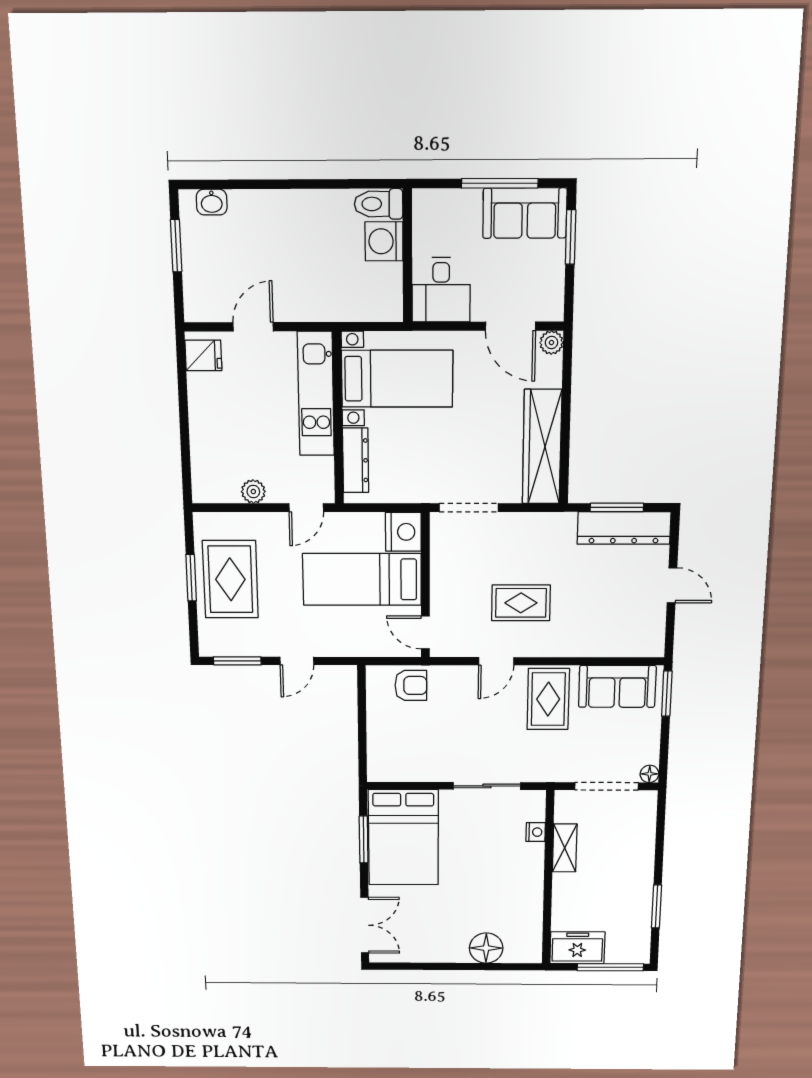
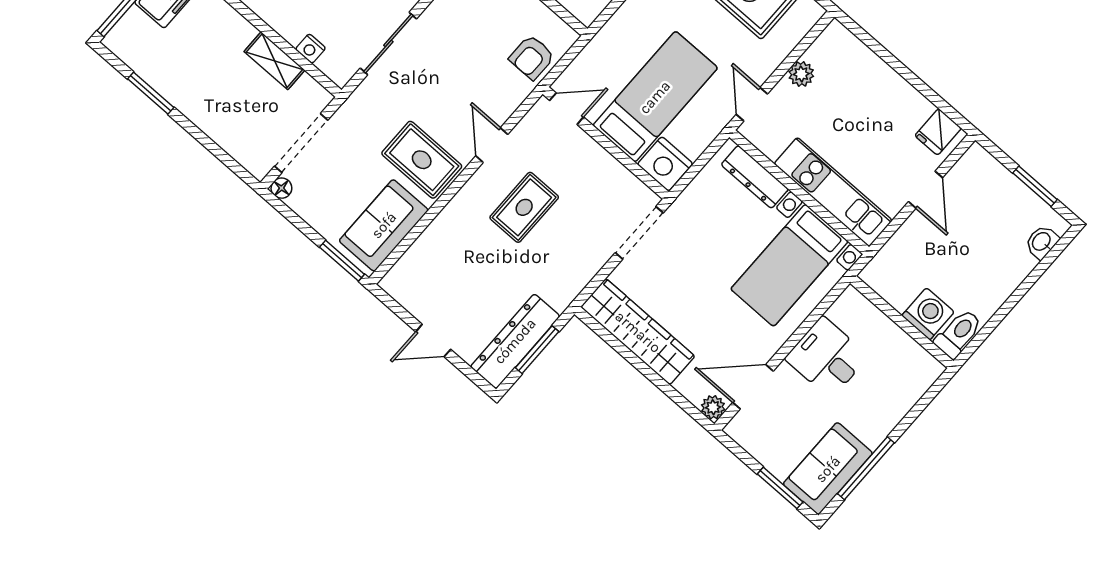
toilet: (379, 204) -> (958, 334), moved
washing machine: (384, 241) -> (928, 314), moved
wall: (407, 256) -> (902, 322), moved

